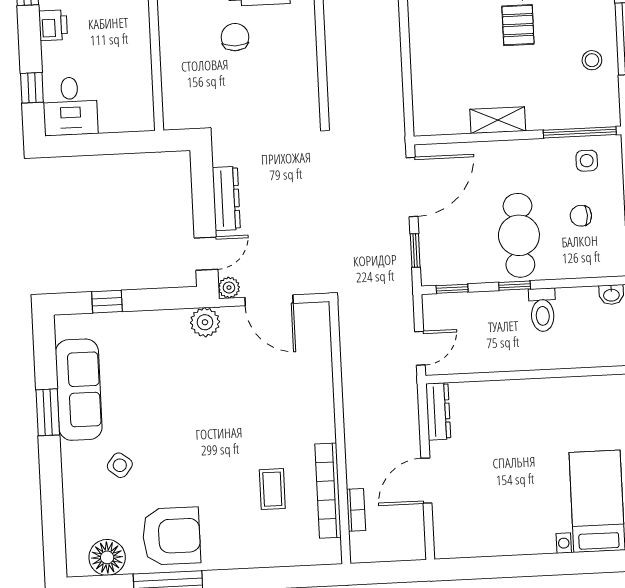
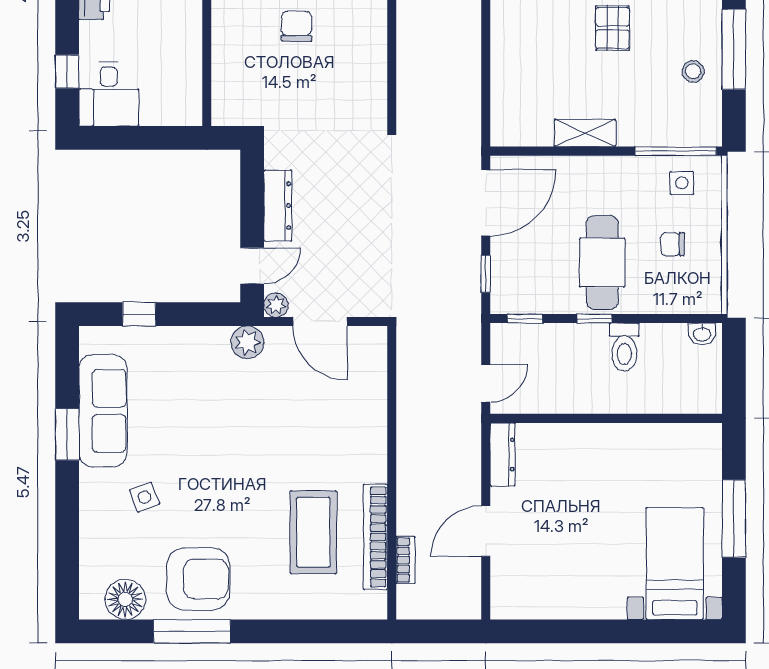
side table: (120, 465) -> (145, 497), turned 31
coffee table: (272, 489) -> (313, 532), width x1.86, depth x1.72

